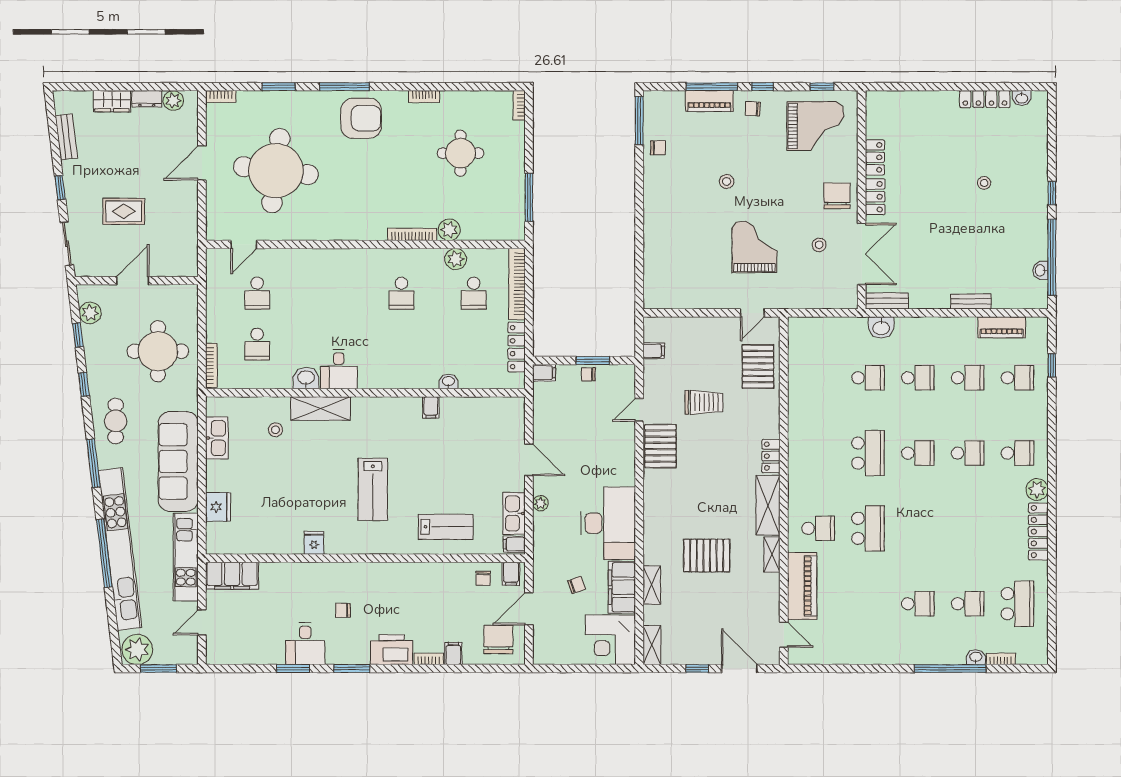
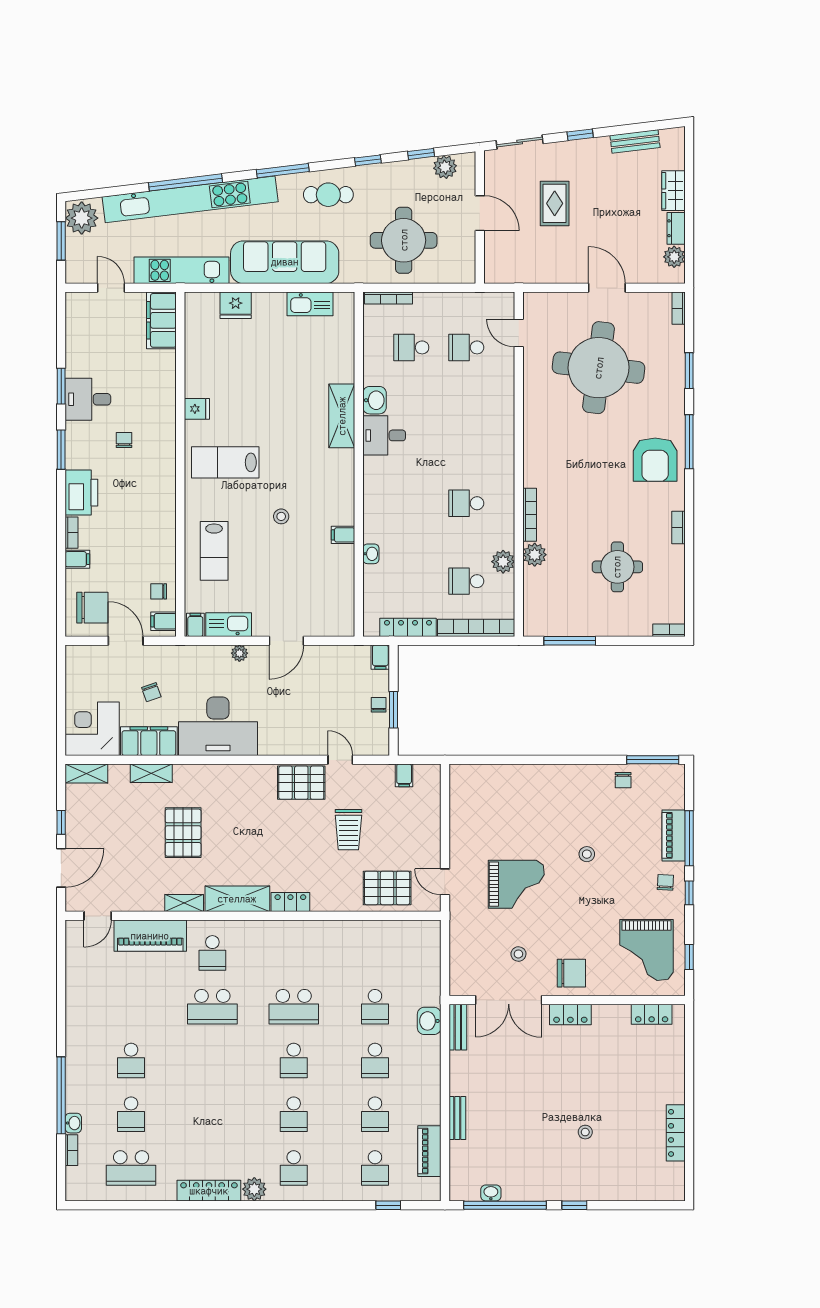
washbasin: (1022, 98) -> (677, 1173), removed
locker: (875, 157) -> (652, 1014), moved
stool: (276, 430) -> (281, 516), moved
lab bench: (373, 489) -> (225, 462), moved

